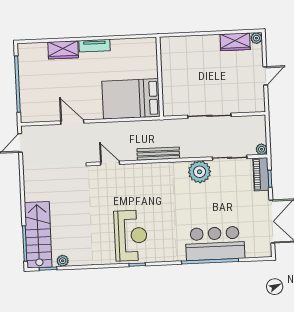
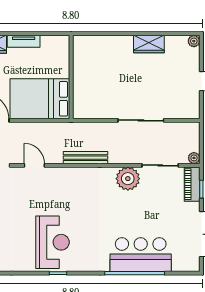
wardrobe: (235, 42) -> (149, 44), moved
wall: (160, 77) -> (71, 77), moved
bed: (131, 99) -> (40, 99), moved

